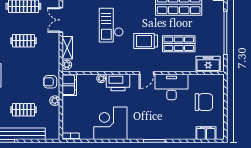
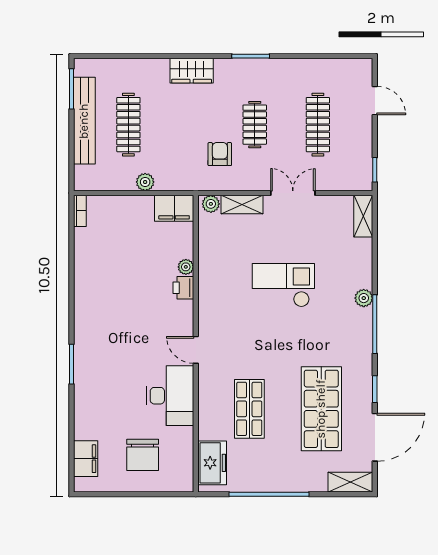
trolley: (146, 41) -> (254, 348), removed
armchair: (50, 82) -> (220, 154), moved
printer: (118, 82) -> (183, 288), width x0.53, depth x0.68
clothes rail: (23, 110) -> (128, 125), width x1.36
corner desk: (110, 123) -> (104, 284), removed

